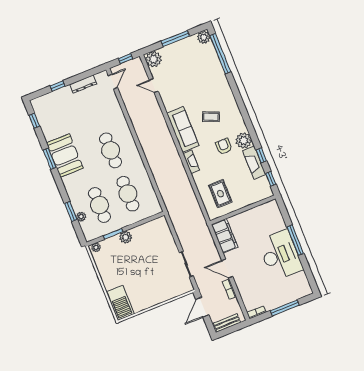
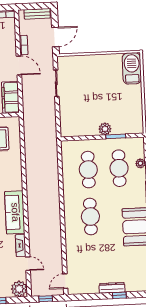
dresser: (83, 84) -> (112, 288), moved
fireplace: (191, 162) -> (21, 245), moved
plant: (96, 247) -> (136, 129), removed

